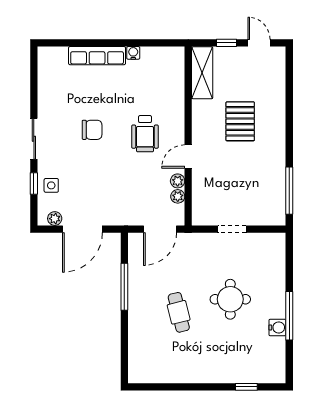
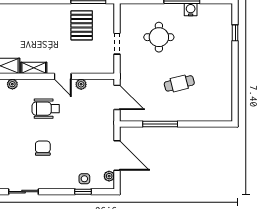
shelving: (200, 118) -> (34, 68), added
pallet: (240, 121) -> (82, 25), moved, turned 90
wheelchair: (145, 134) -> (46, 109), turned 180
sliding door: (34, 139) -> (23, 192), moved
plant: (178, 196) -> (12, 84), moved
round table: (230, 299) -> (159, 37), moved

